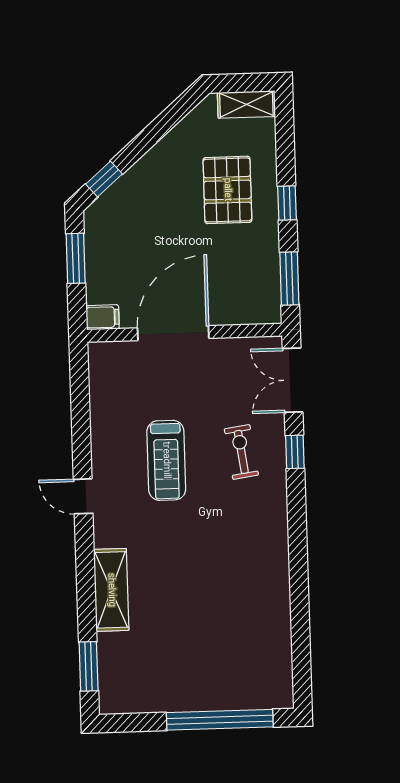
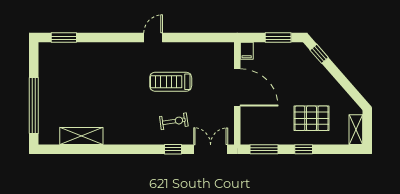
shelving: (111, 590) -> (81, 136), moved

